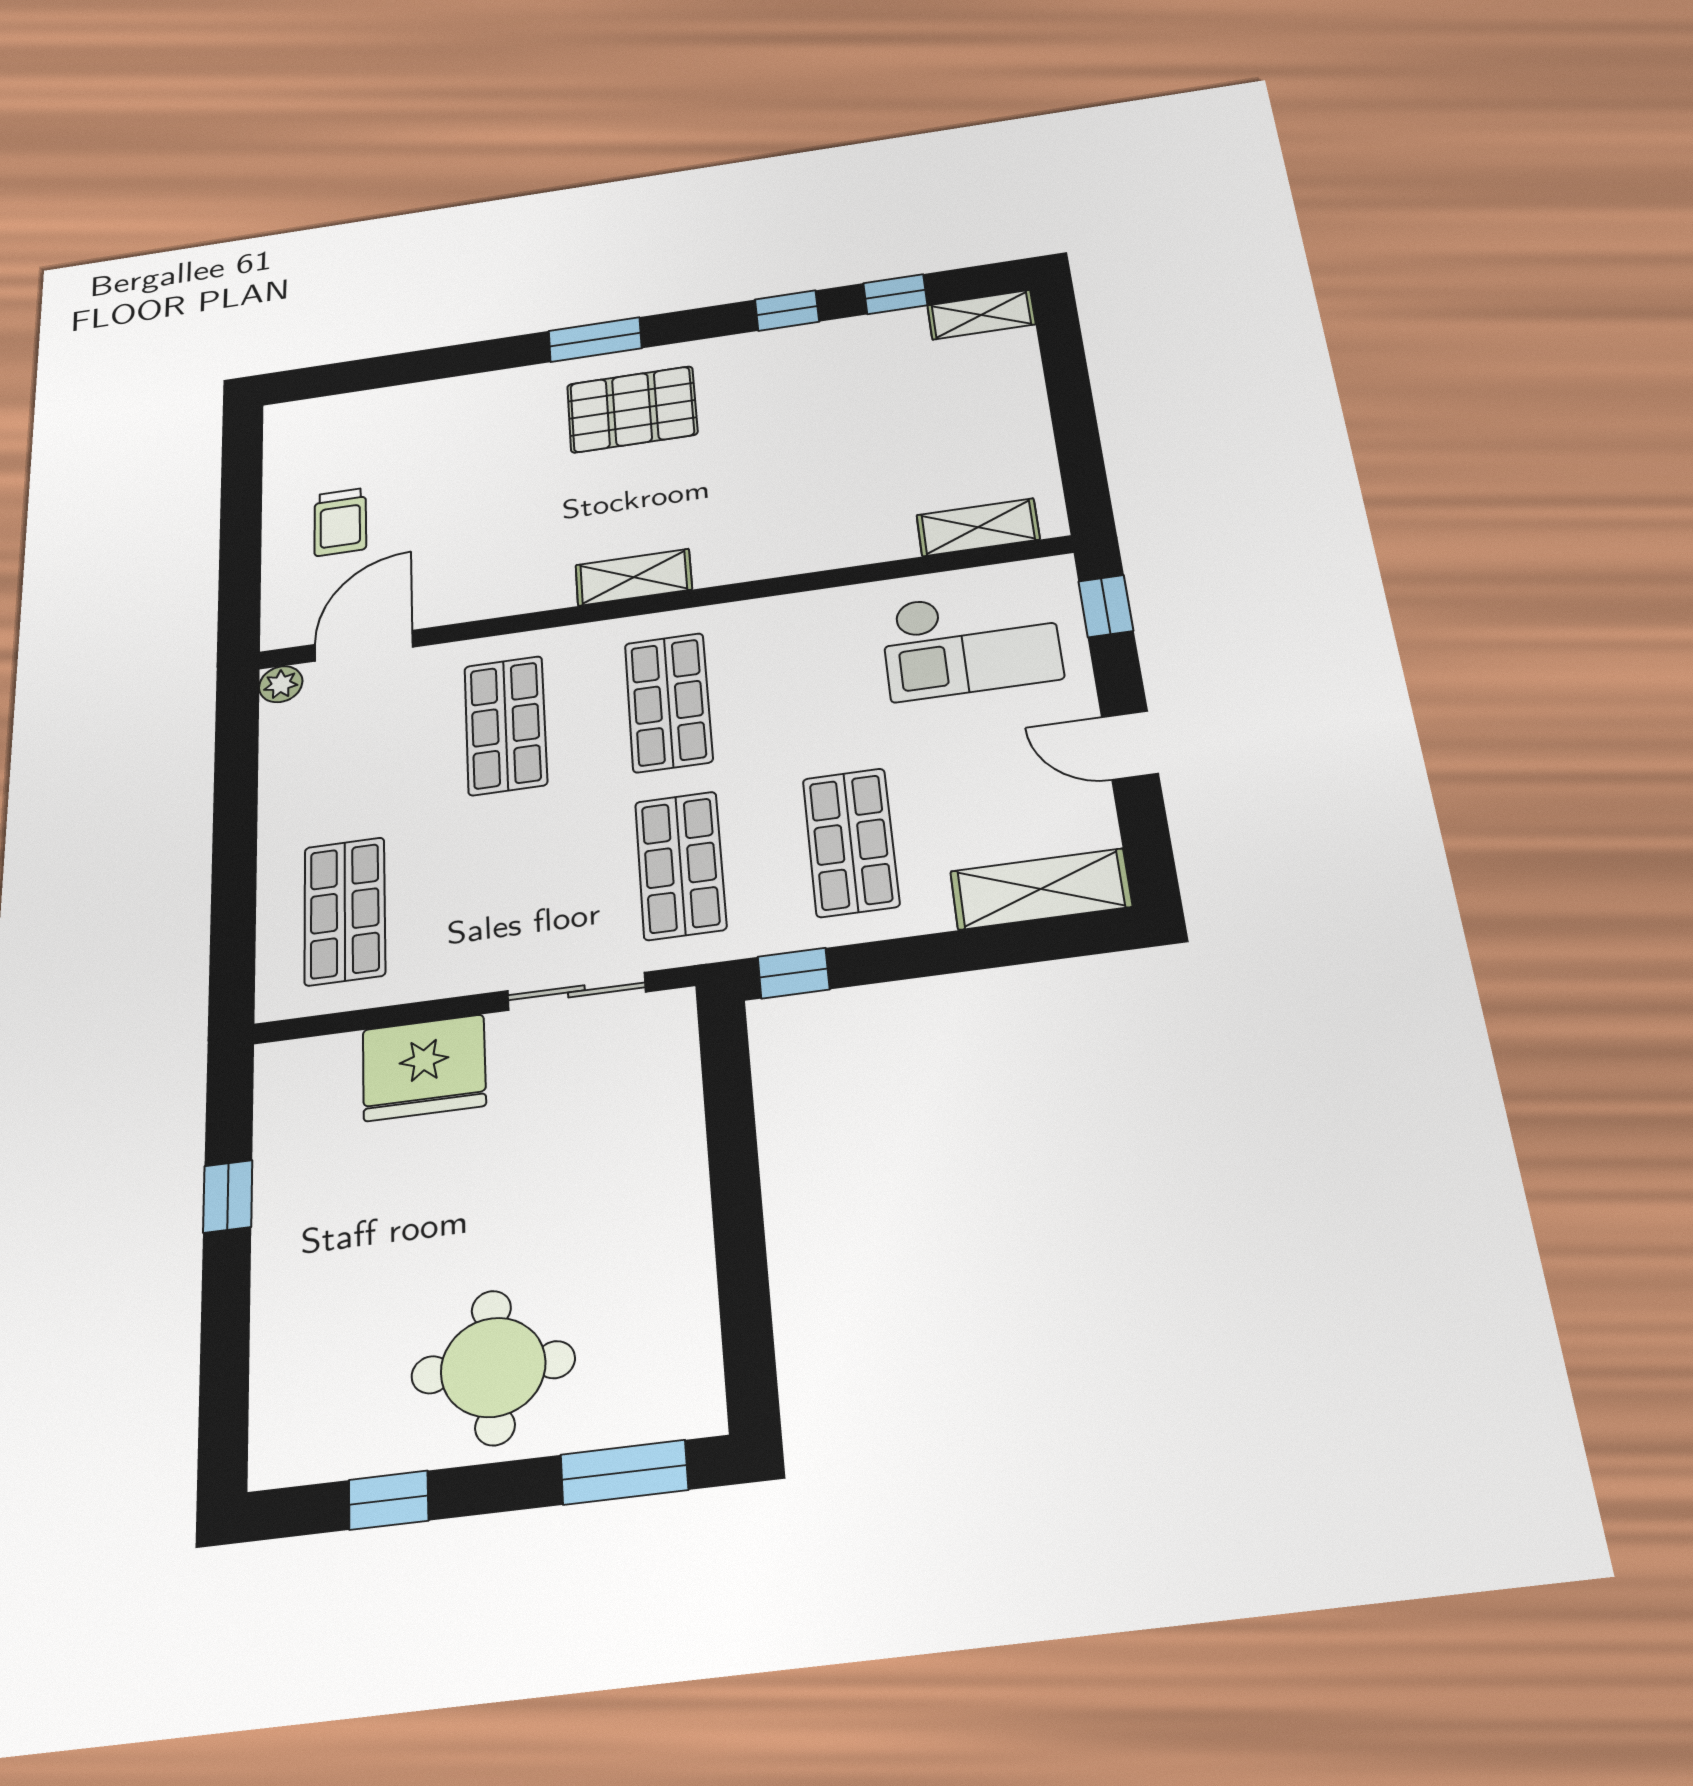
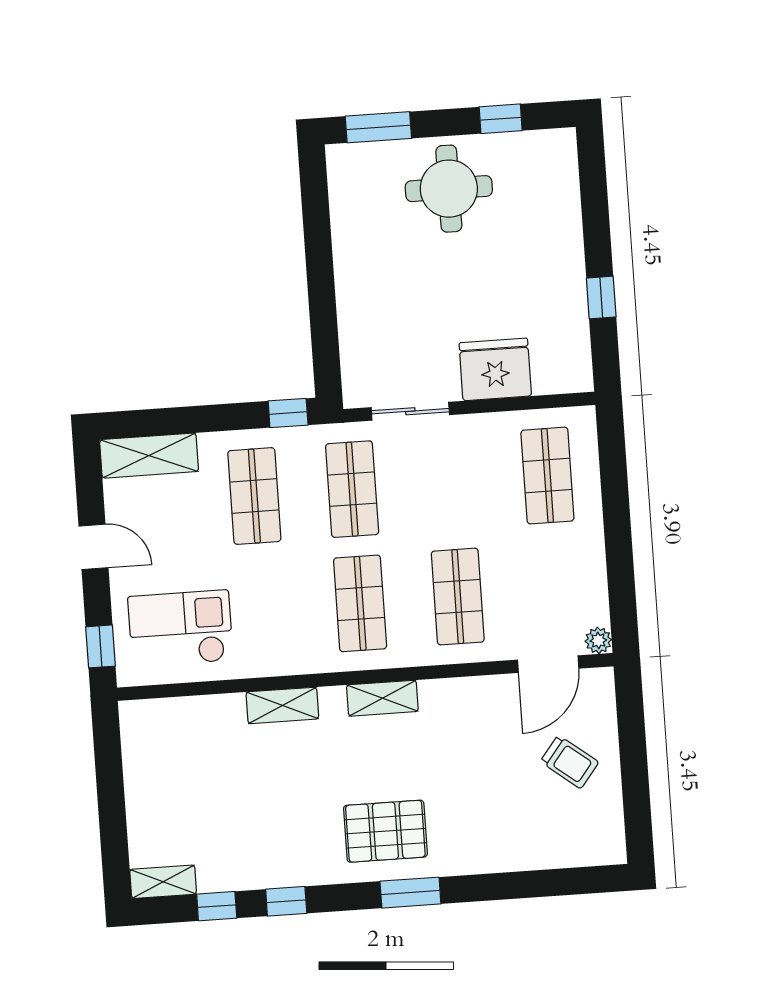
trolley: (340, 522) -> (570, 762), turned 128
shelving: (978, 527) -> (282, 705), moved

